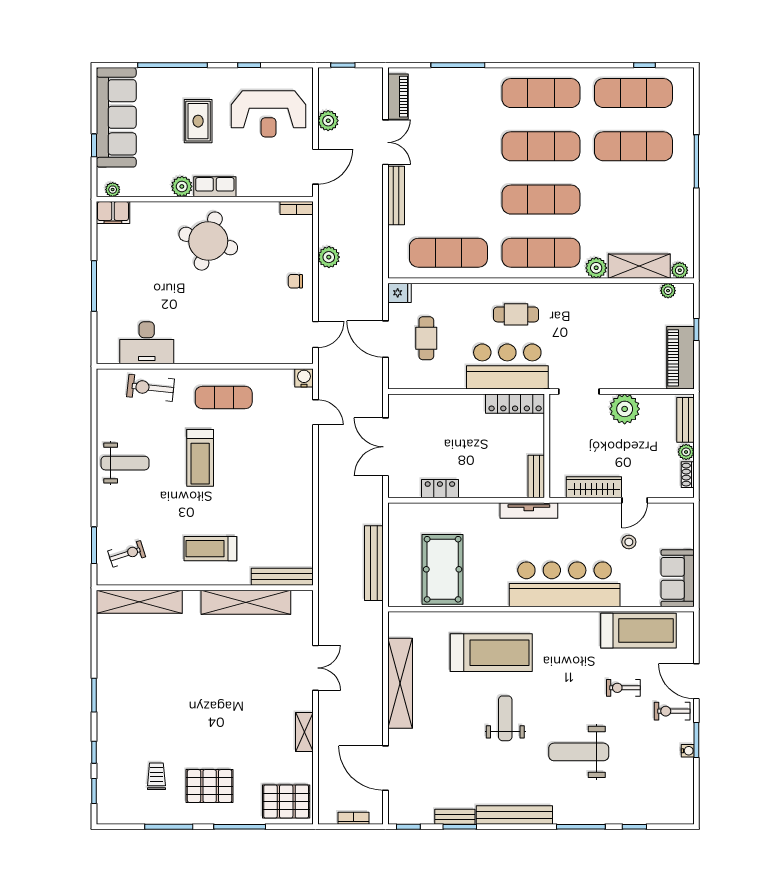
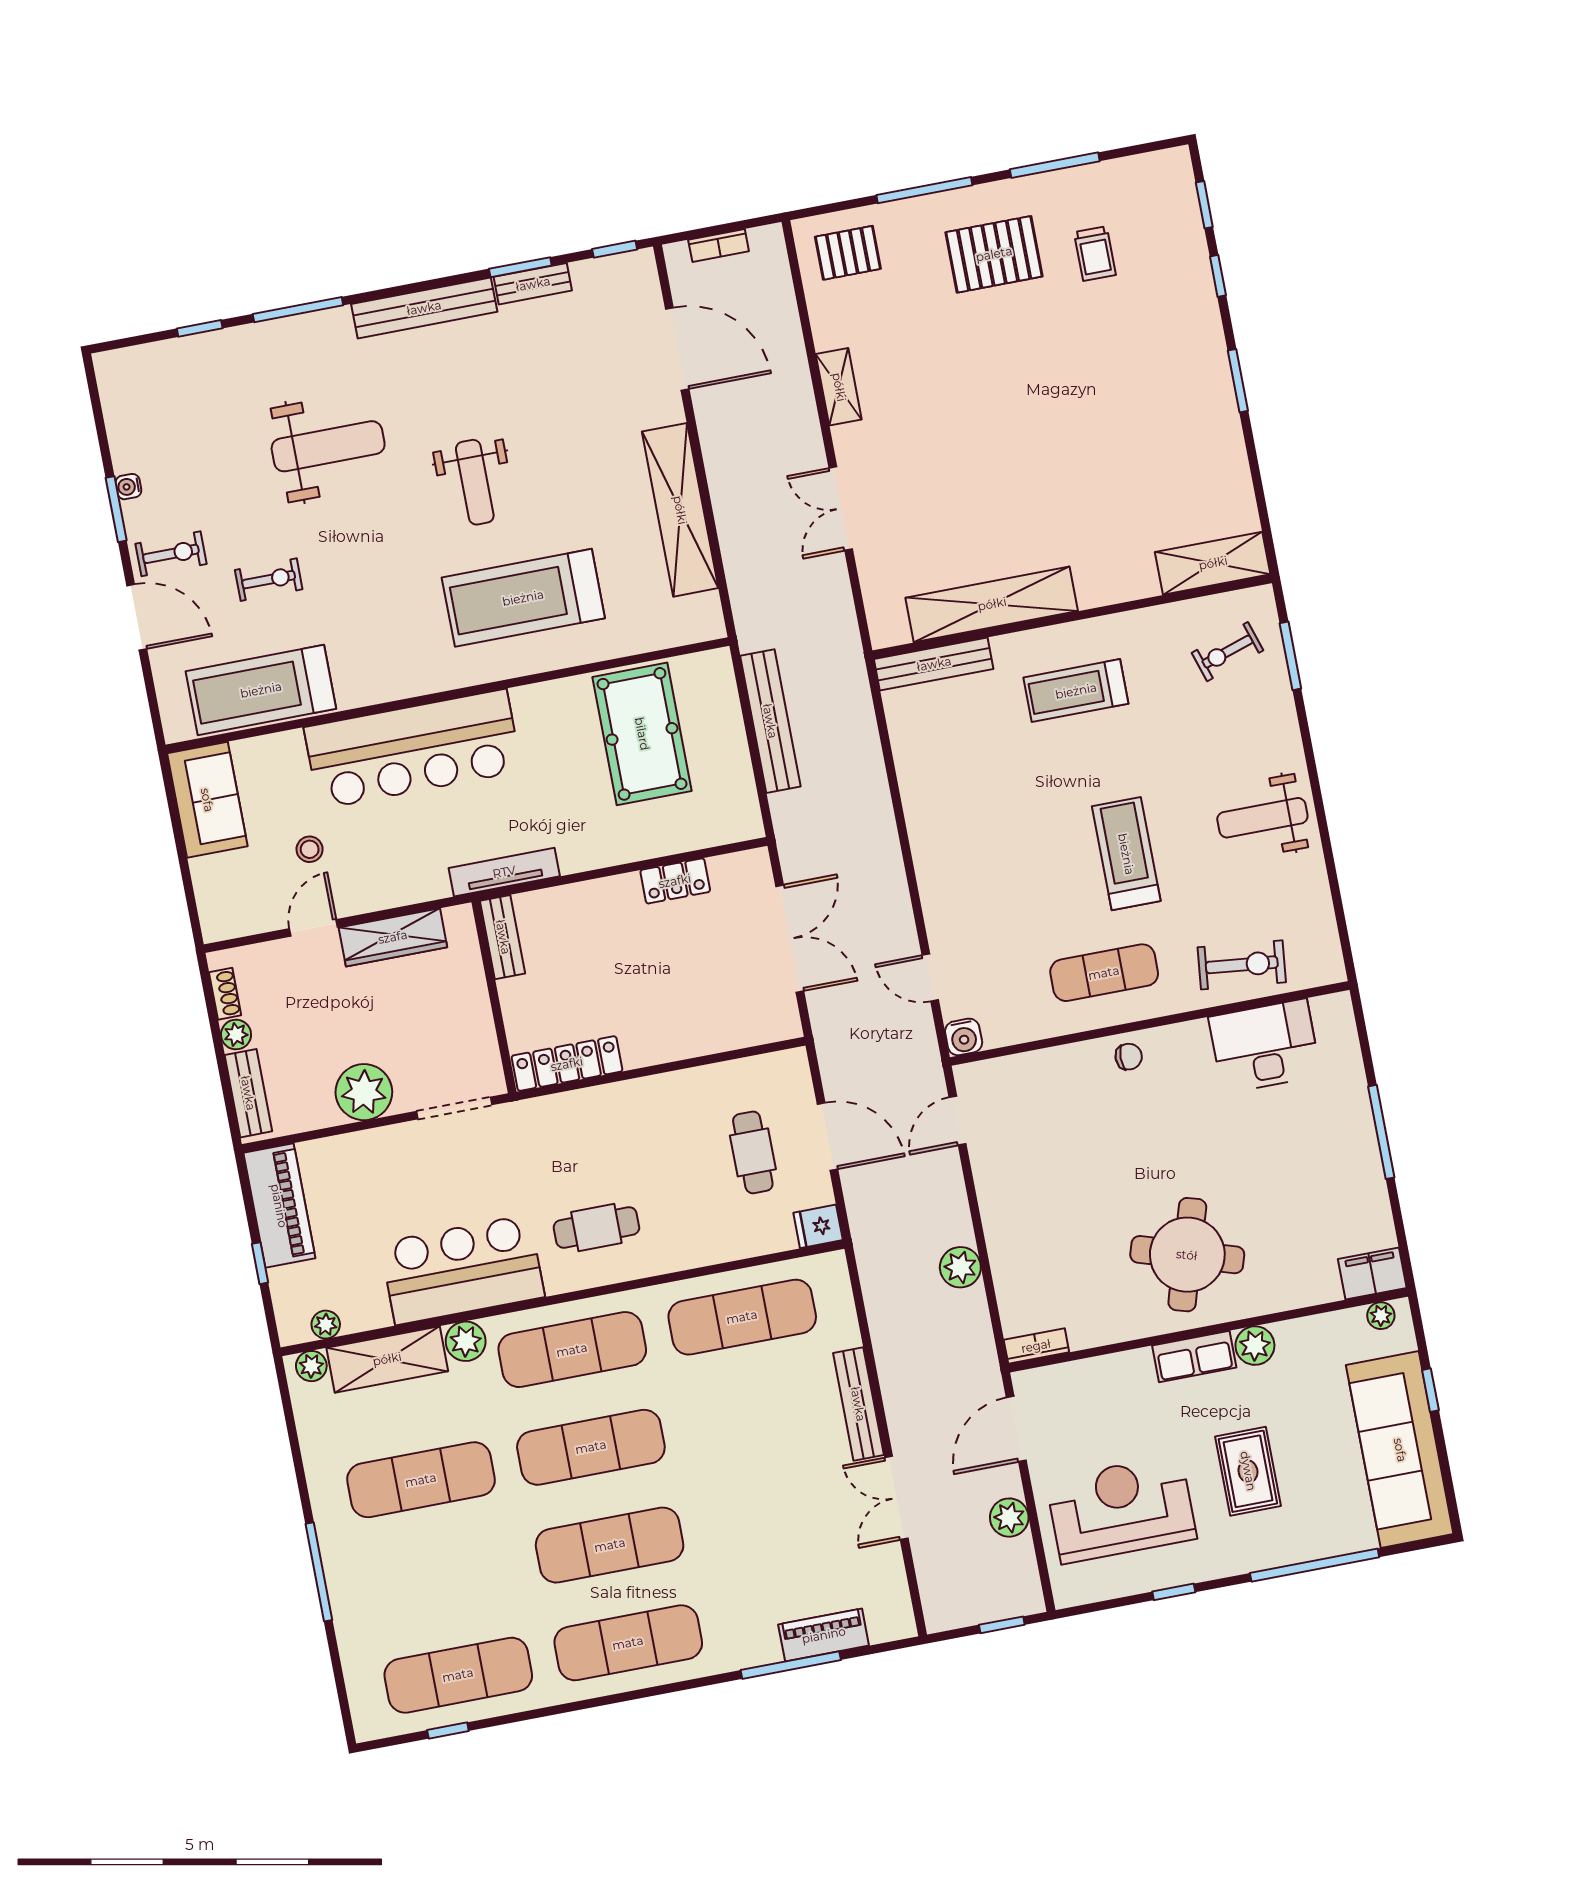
piano: (398, 97) -> (824, 1635), moved, turned 90
exercise mat: (633, 146) -> (421, 1480), moved
chair: (295, 281) -> (1129, 1057), moved
bar counter: (507, 367) -> (462, 1270), moved, turned 180
treadmill: (210, 549) -> (1076, 691), turned 180
shelving: (139, 602) -> (1213, 563), width x0.68
pallet: (286, 801) -> (848, 253), width x0.67, depth x0.71

